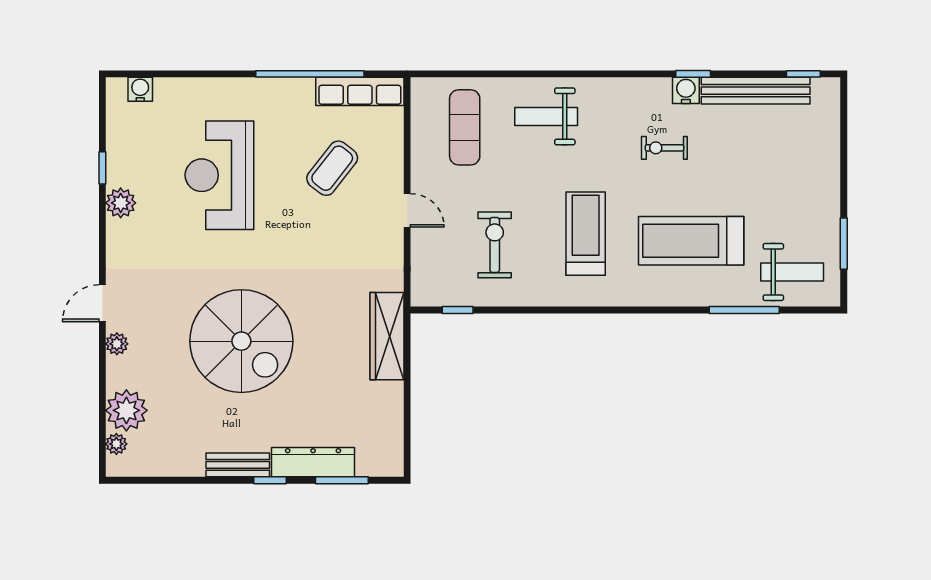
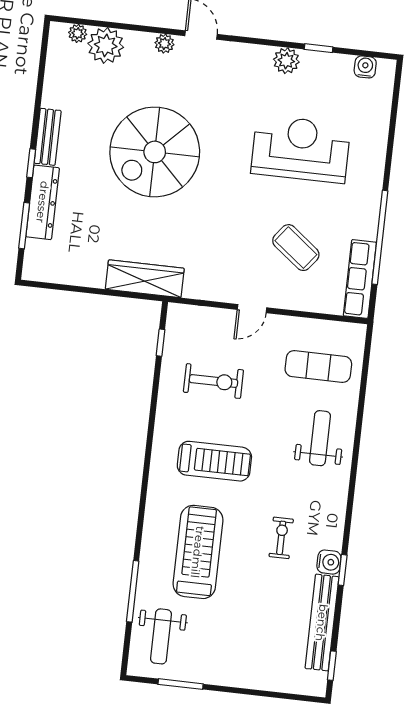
water cooler: (140, 89) -> (365, 67), moved, turned -90

